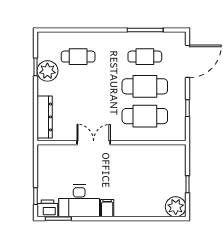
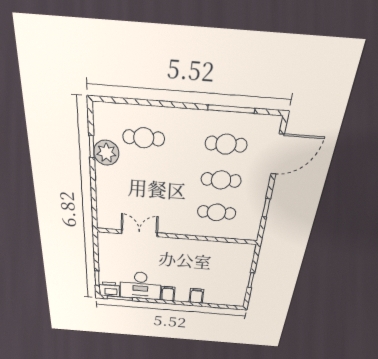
cafe table: (145, 86) -> (221, 180), width x0.73, depth x0.74
cafe table: (145, 116) -> (217, 212), width x0.73, depth x0.74
dresser: (45, 117) -> (104, 205), removed
double door: (94, 143) -> (139, 233), moved
plant: (176, 207) -> (235, 298), removed
filing cabinet: (136, 208) -> (196, 296), added

